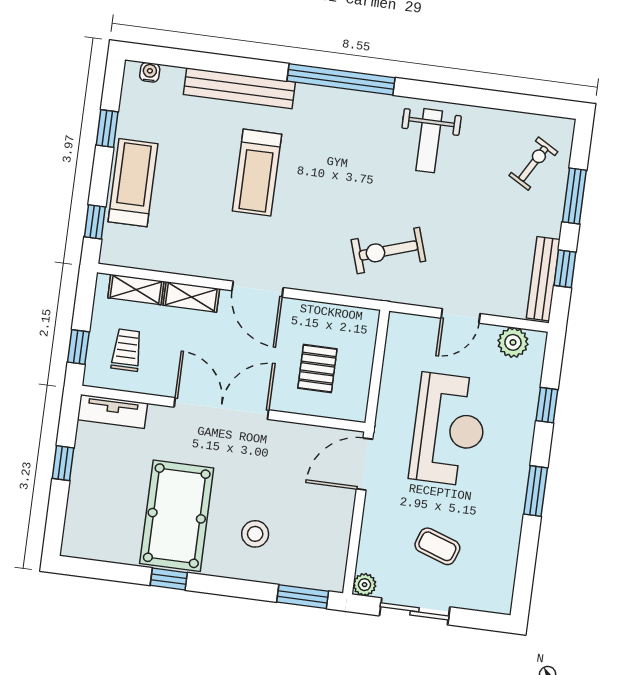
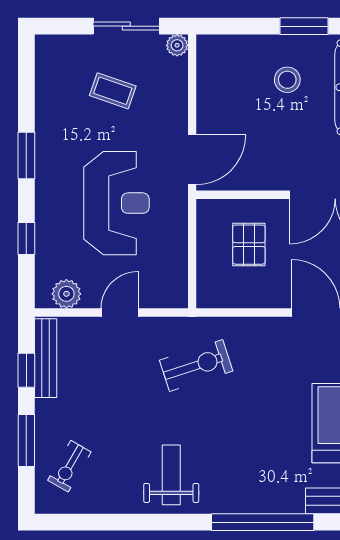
reception desk: (449, 429) -> (116, 203), turned 180
window: (303, 597) -> (304, 26), moved

